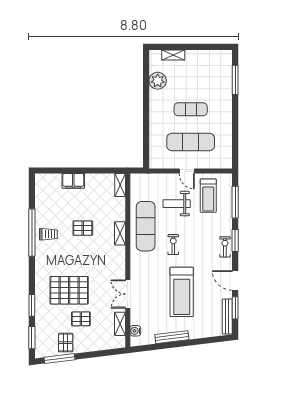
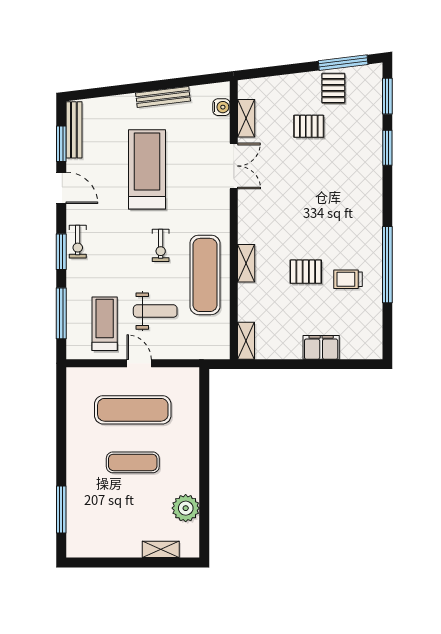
trolley: (48, 234) -> (348, 279), moved
pallet: (69, 290) -> (328, 172), removed

